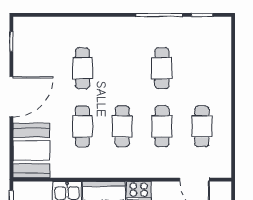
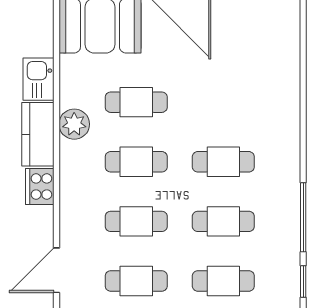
cafe table: (82, 68) -> (223, 162), moved
cafe table: (202, 68) -> (223, 281), added
plant: (97, 168) -> (74, 124), added

